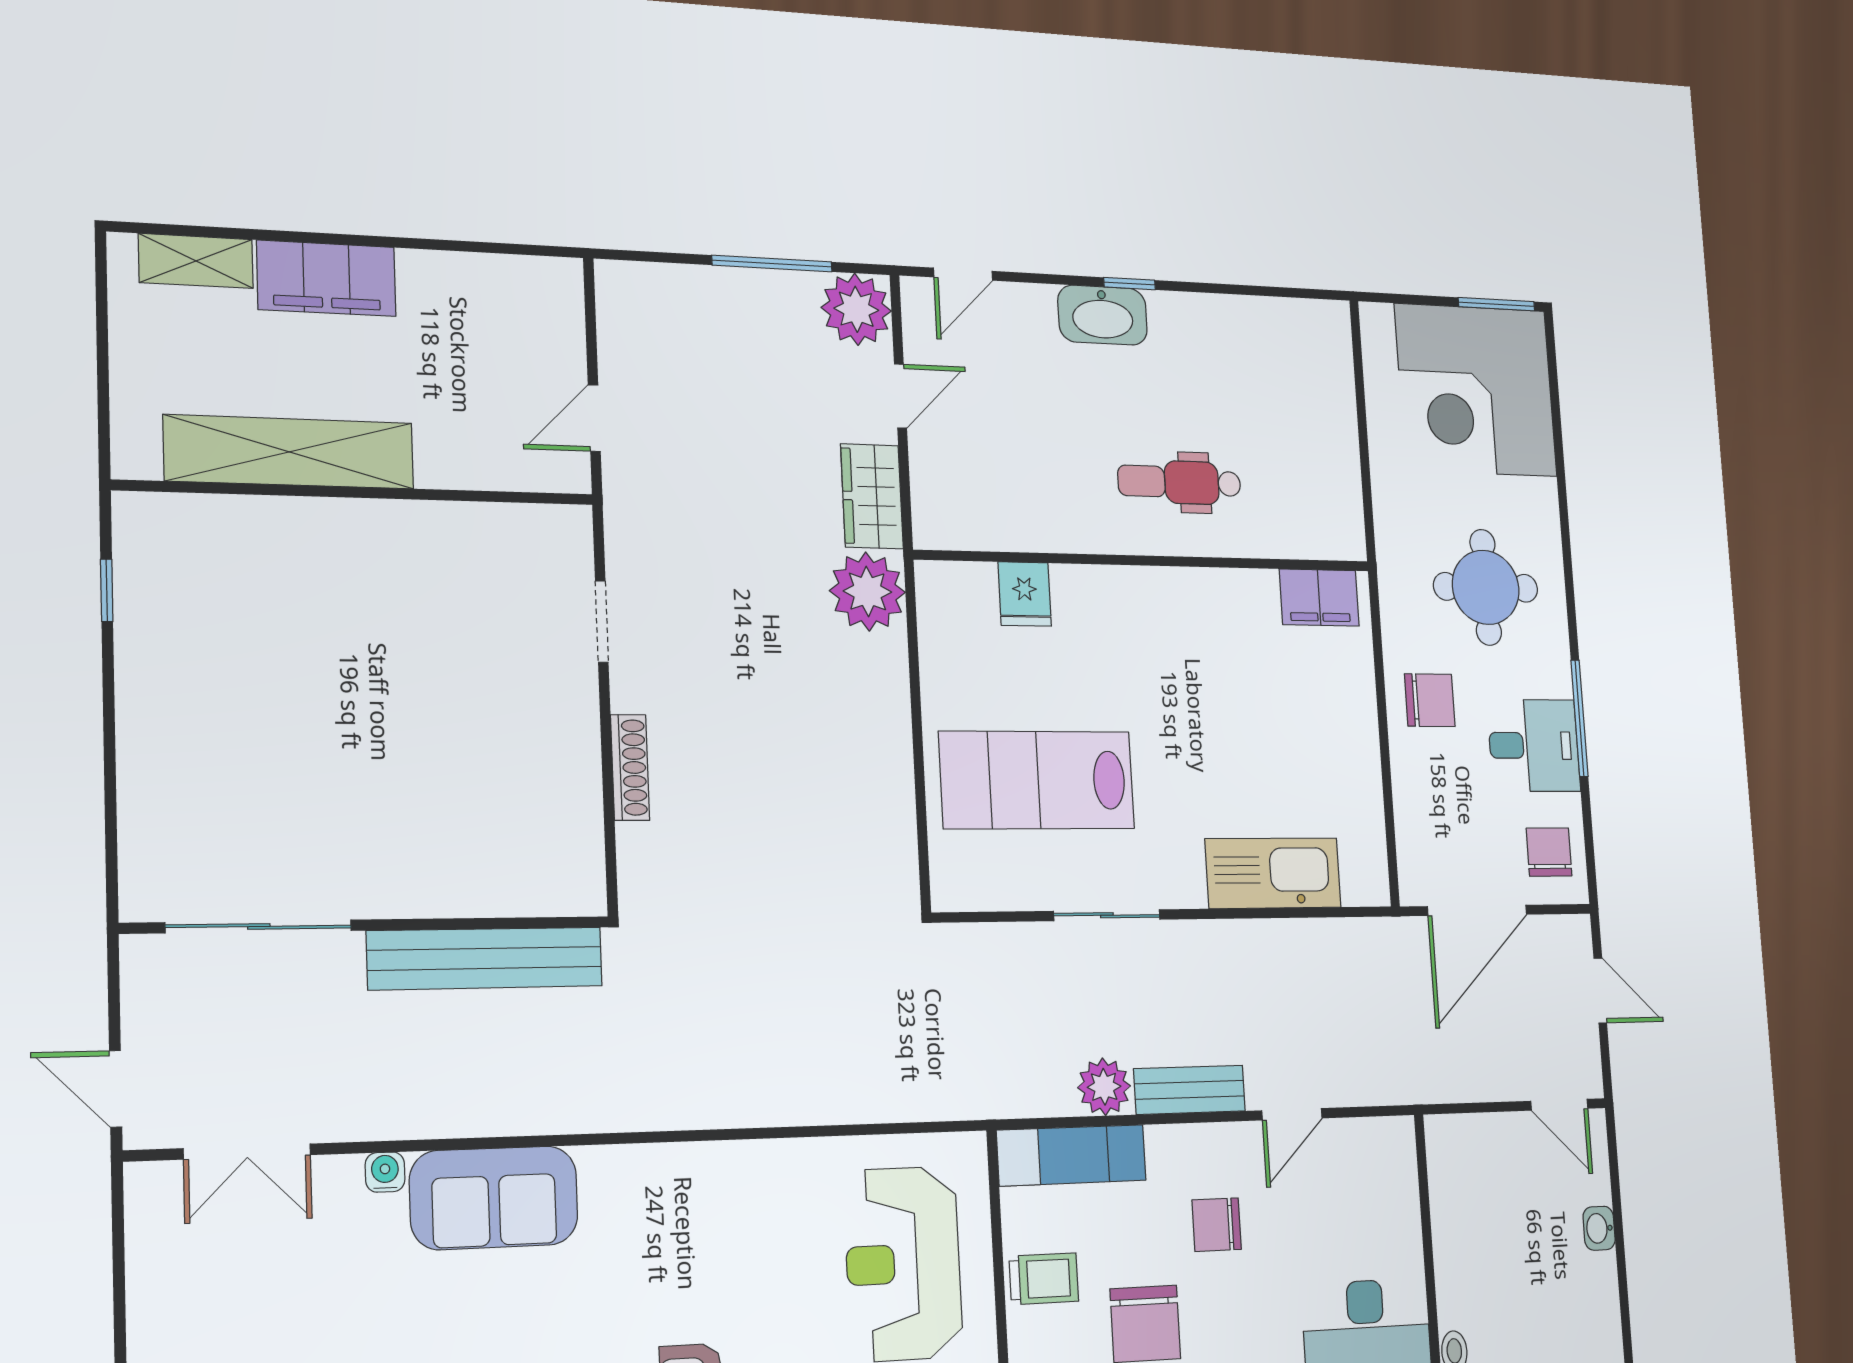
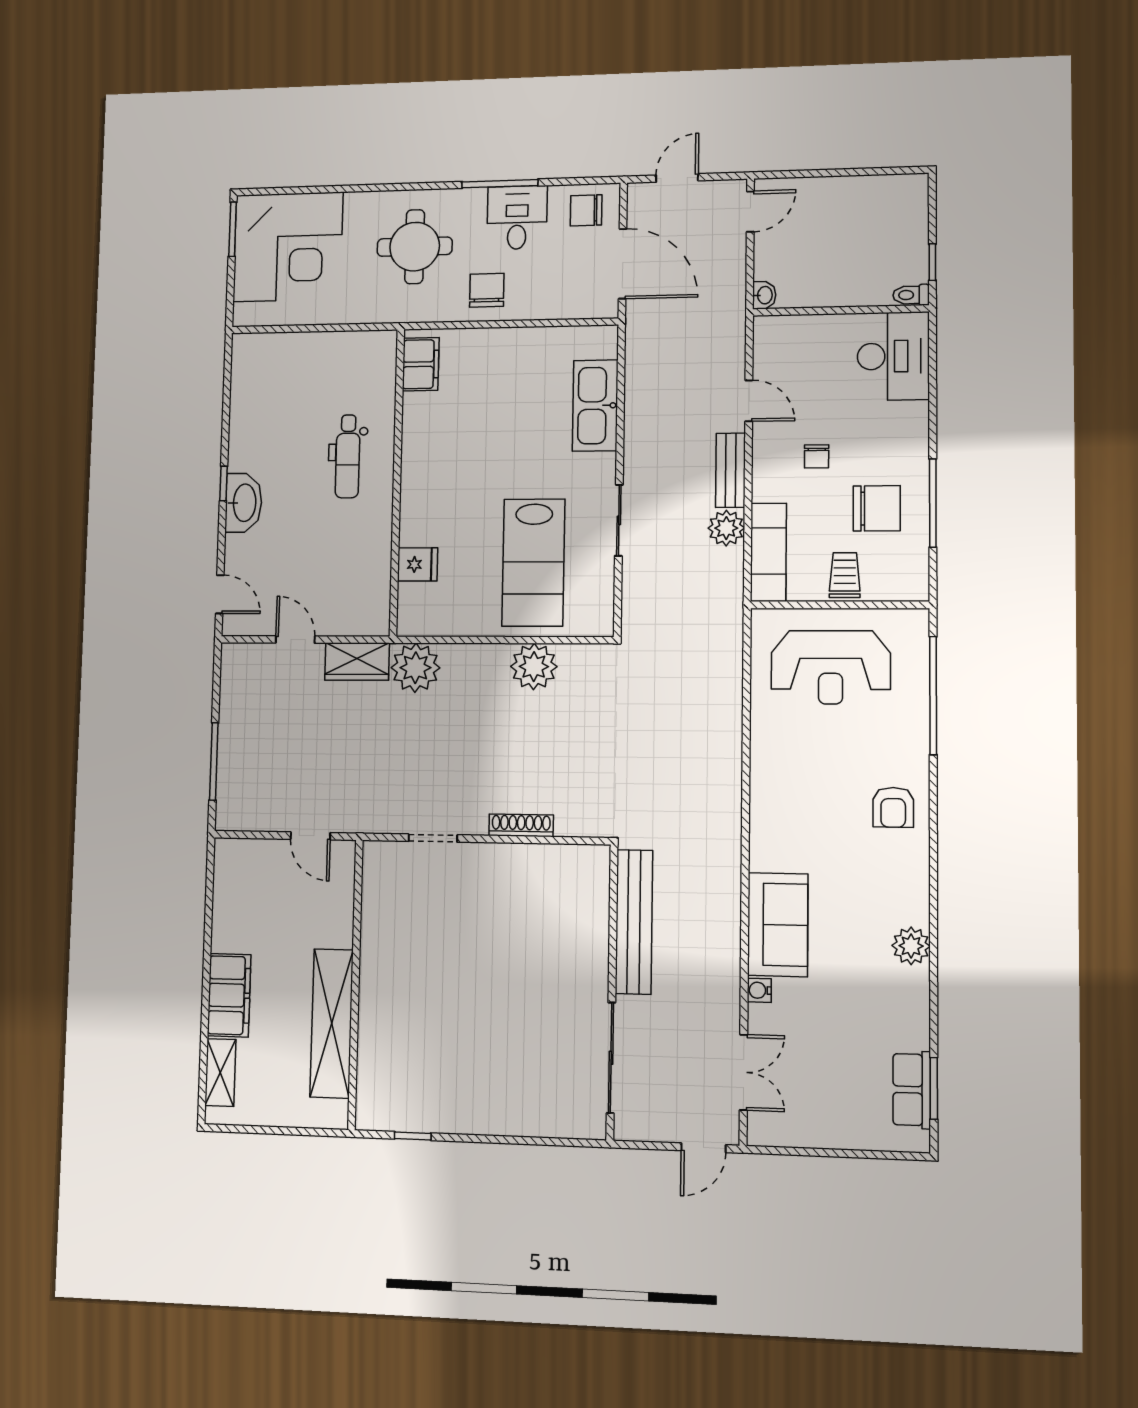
window: (772, 263) -> (214, 761), moved
plant: (856, 309) -> (534, 667), moved
chair: (1217, 1225) -> (817, 456), width x0.73, depth x0.73
washbasin: (1599, 1228) -> (764, 295), moved, turned -90

